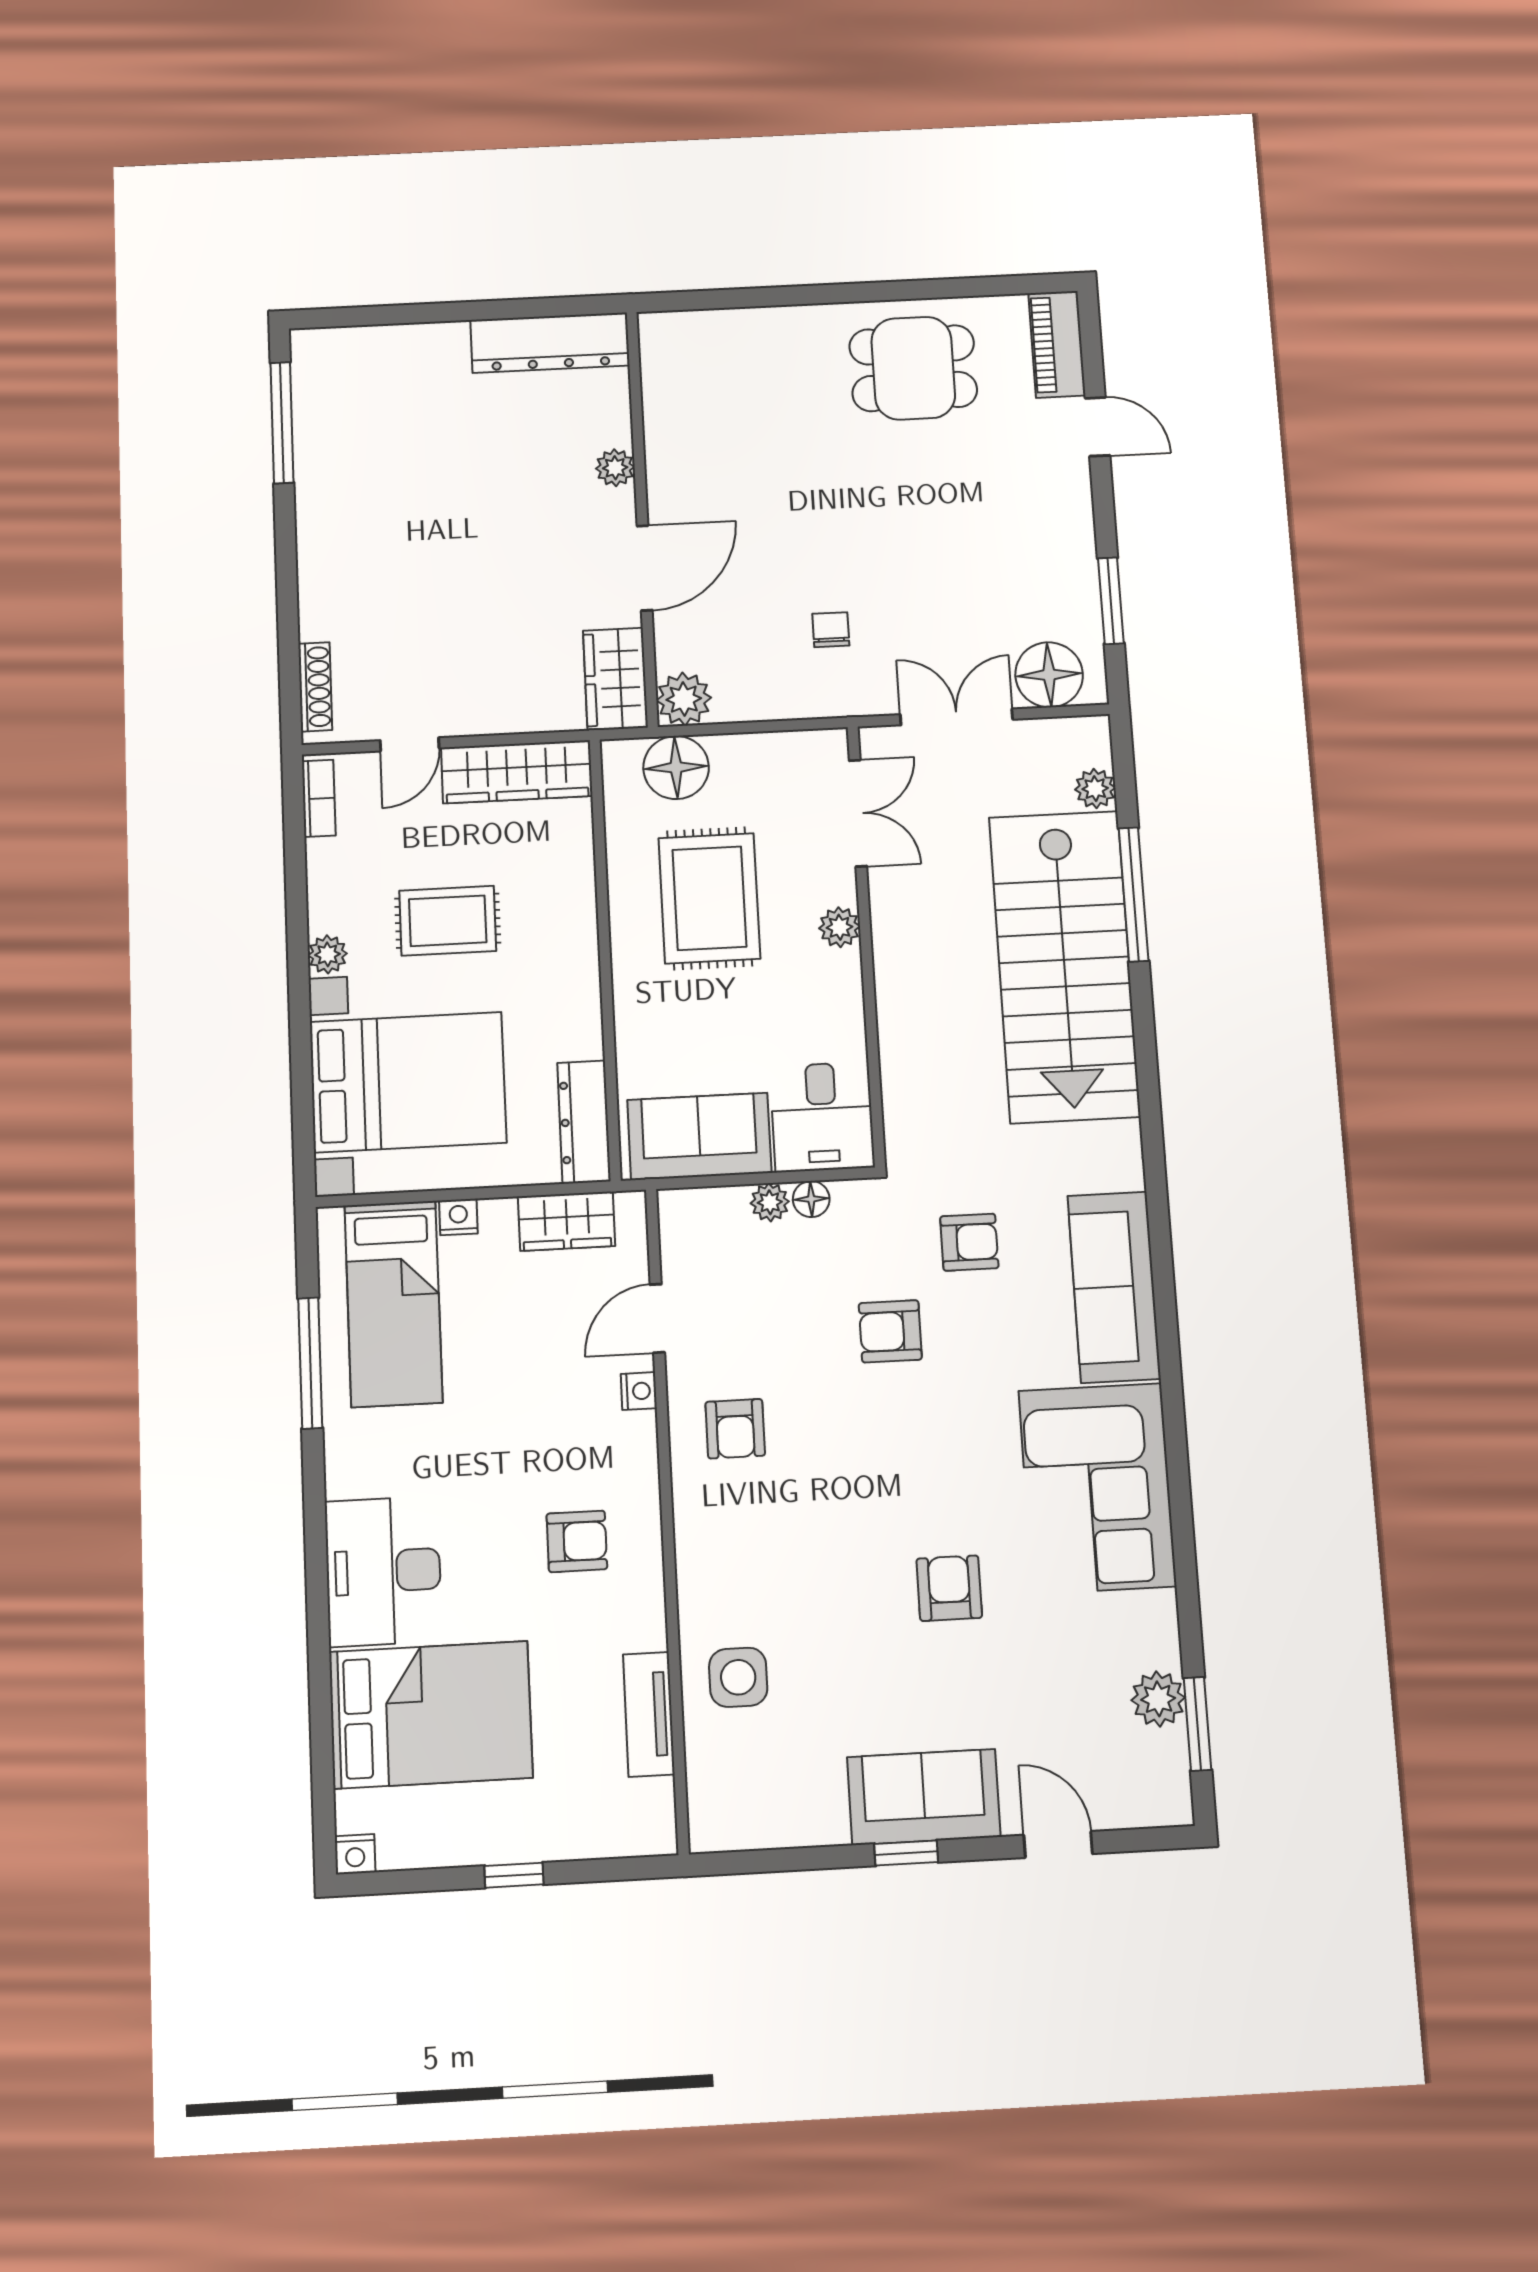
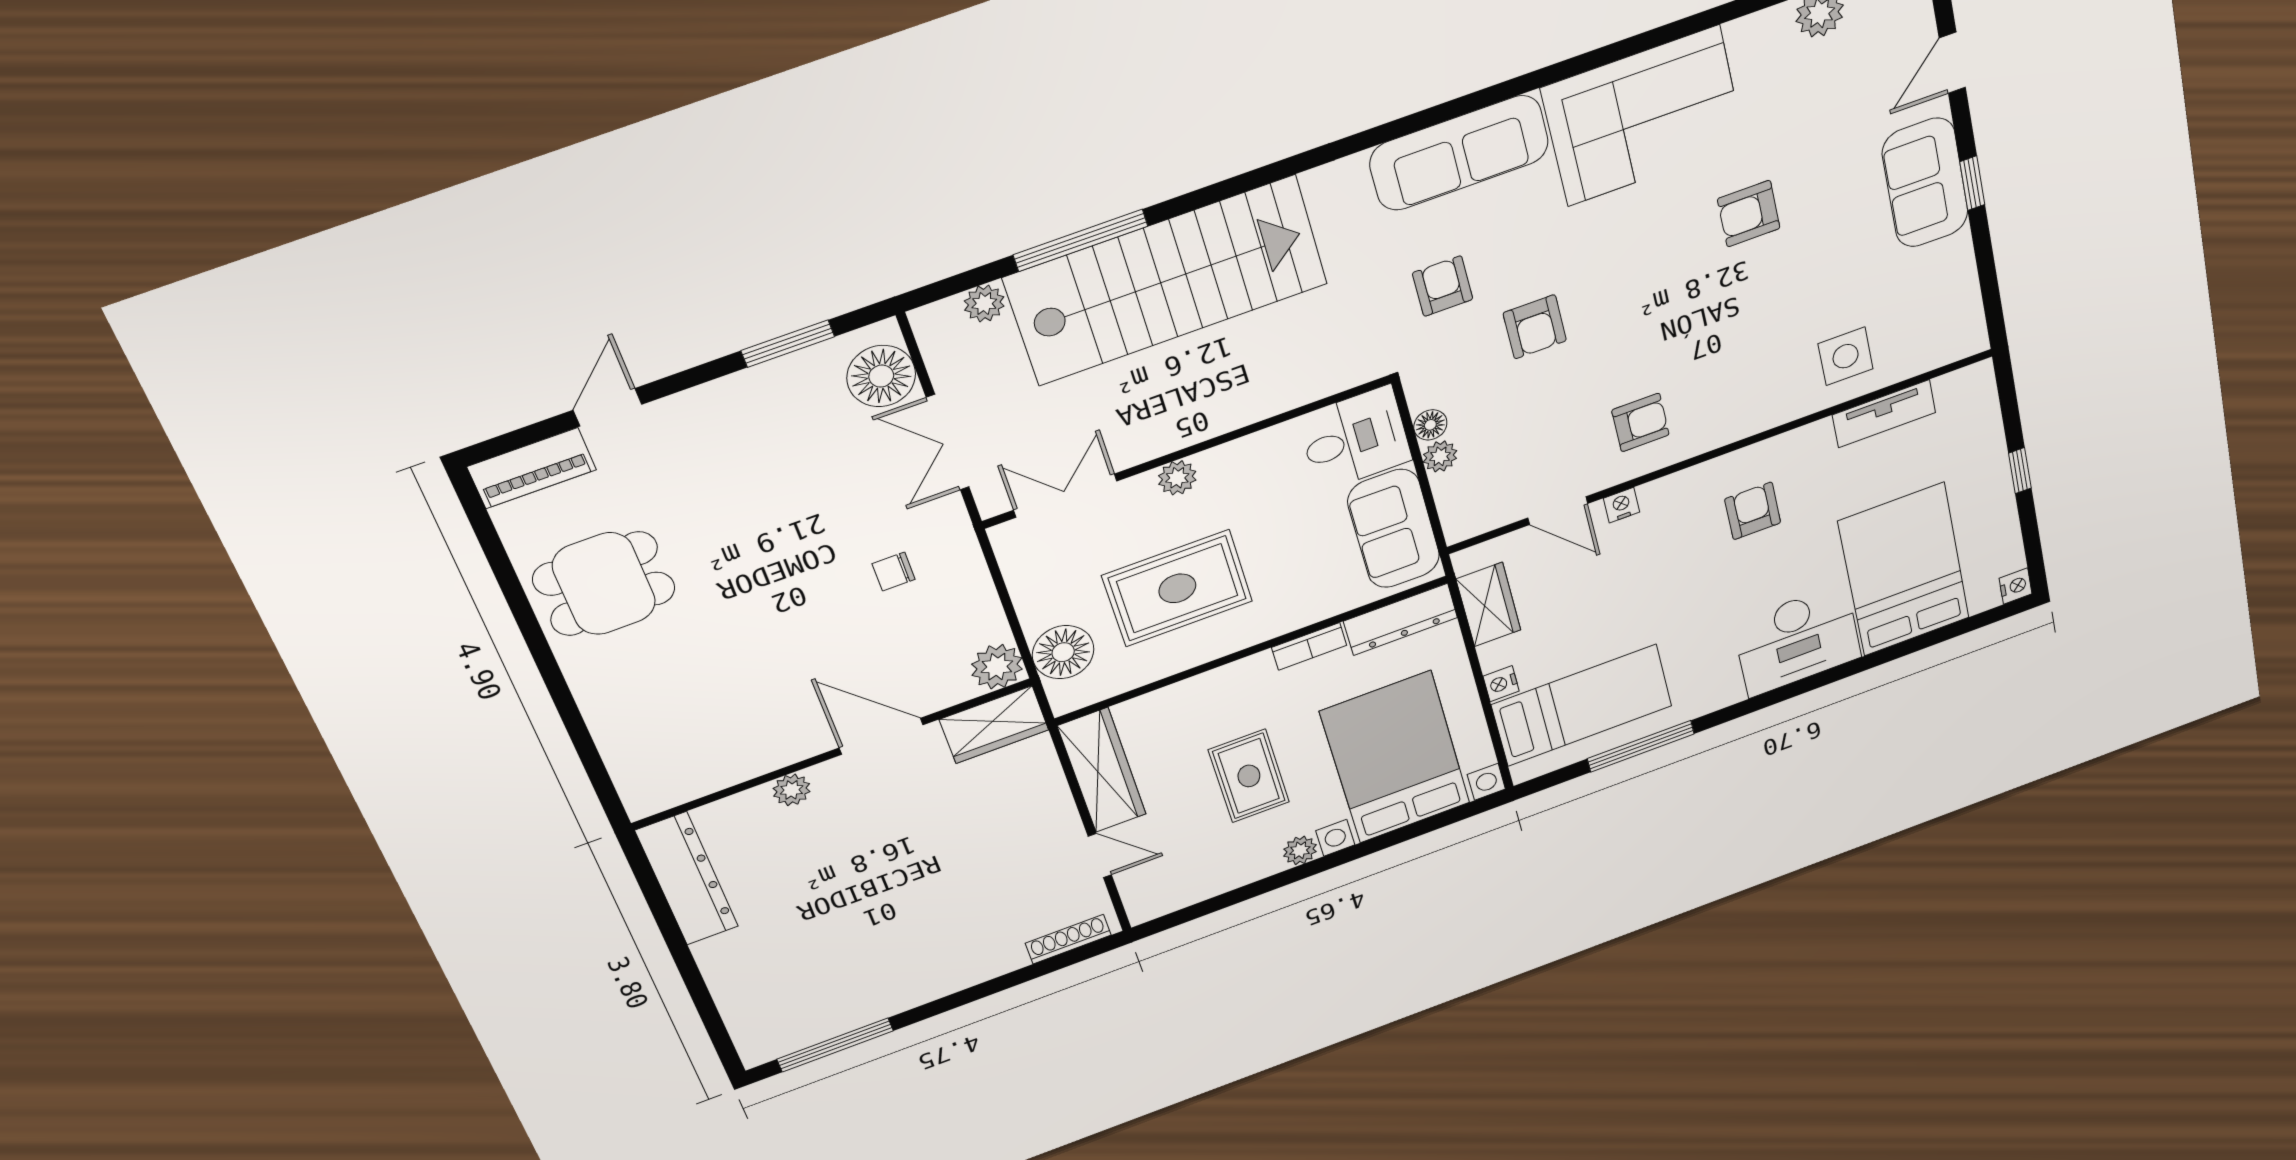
dining table: (913, 368) -> (604, 584), turned 90
bookcase: (319, 798) -> (1309, 646), moved, turned 180

